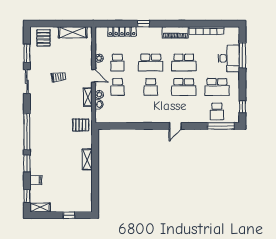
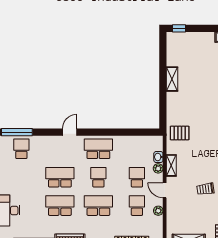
school desk: (217, 87) -> (98, 149), moved
shelving: (87, 159) -> (172, 79), moved
window: (69, 215) -> (179, 28), moved

